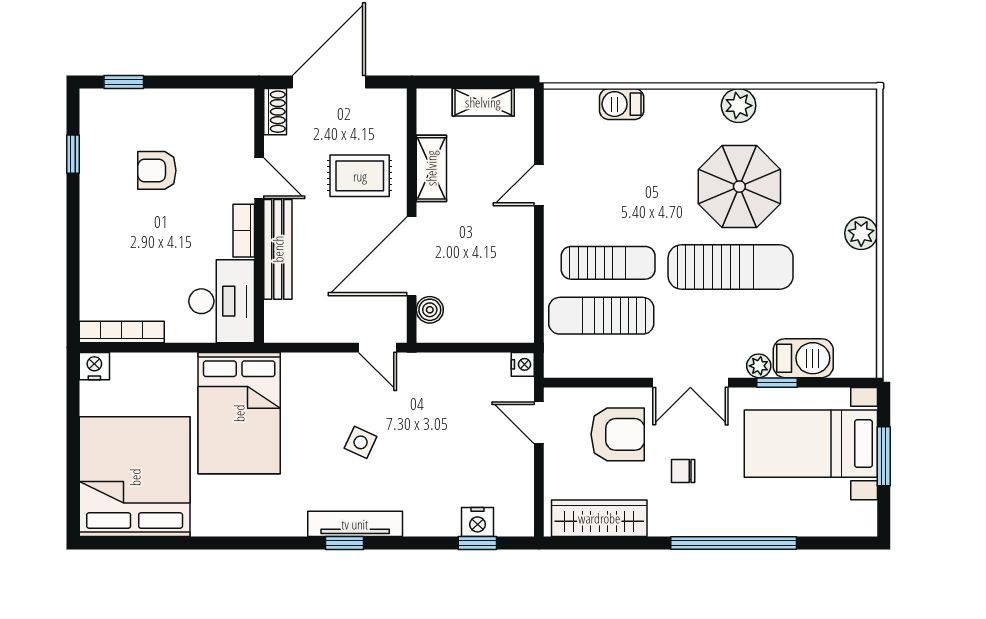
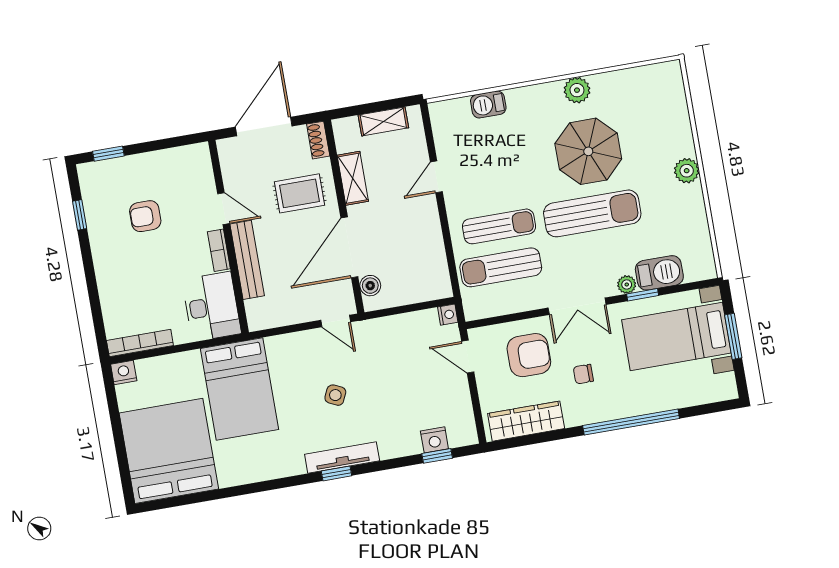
shoe rack: (275, 112) -> (318, 140), moved, turned 180

